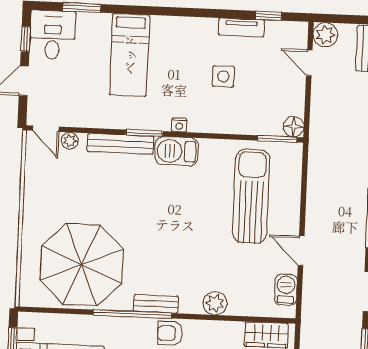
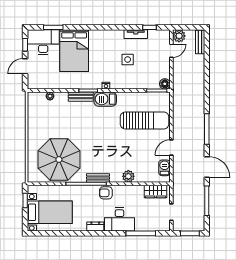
desk: (53, 35) -> (43, 42), width x1.37
bed: (130, 55) -> (74, 51), width x1.50
door: (309, 63) -> (171, 51), swing flipped
door: (46, 129) -> (37, 90), removed
bench: (120, 144) -> (81, 97), width x0.73
sun lounger: (251, 196) -> (145, 120), turned 90
door: (301, 251) -> (171, 147), hinge flipped

